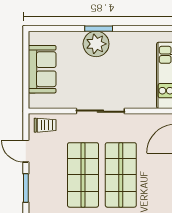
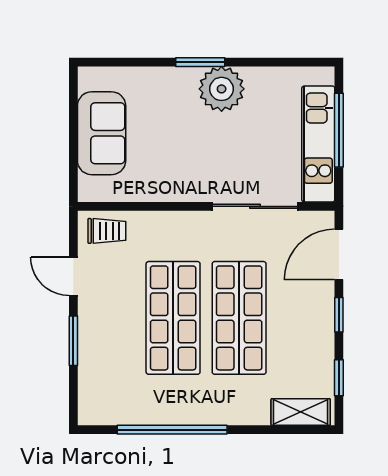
plant: (96, 44) -> (222, 89), moved
sliding door: (100, 111) -> (255, 206), moved

